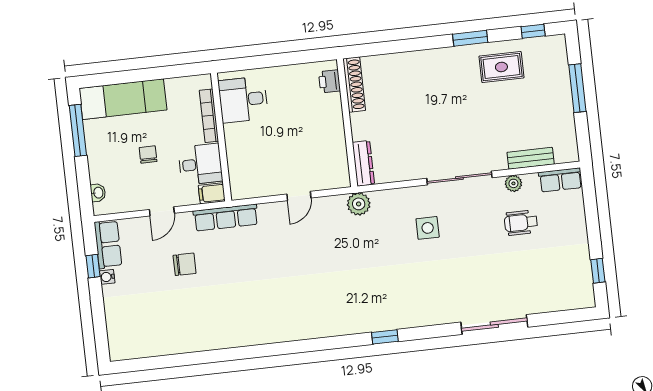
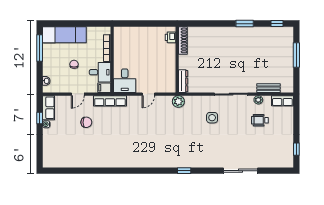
rug: (501, 67) -> (259, 40), removed
desk: (243, 100) -> (125, 81), moved, turned -90

